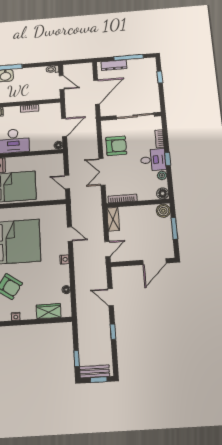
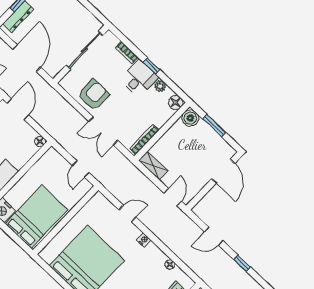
door: (64, 127) -> (18, 109), moved
door: (67, 182) -> (81, 169), hinge flipped

